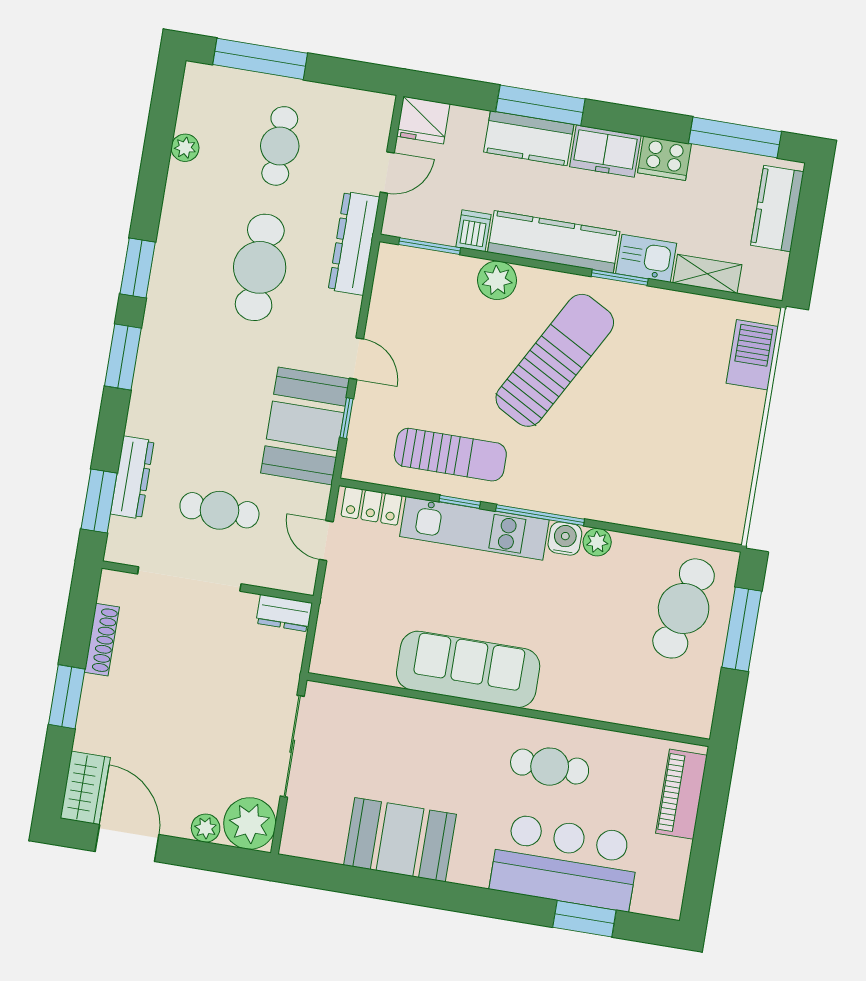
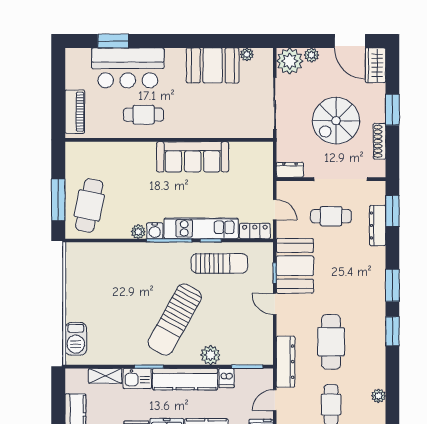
sun lounger: (450, 455) -> (219, 263), turned 180
spiral stairs: (179, 693) -> (336, 121), added
plant: (330, 850) -> (247, 54), added

